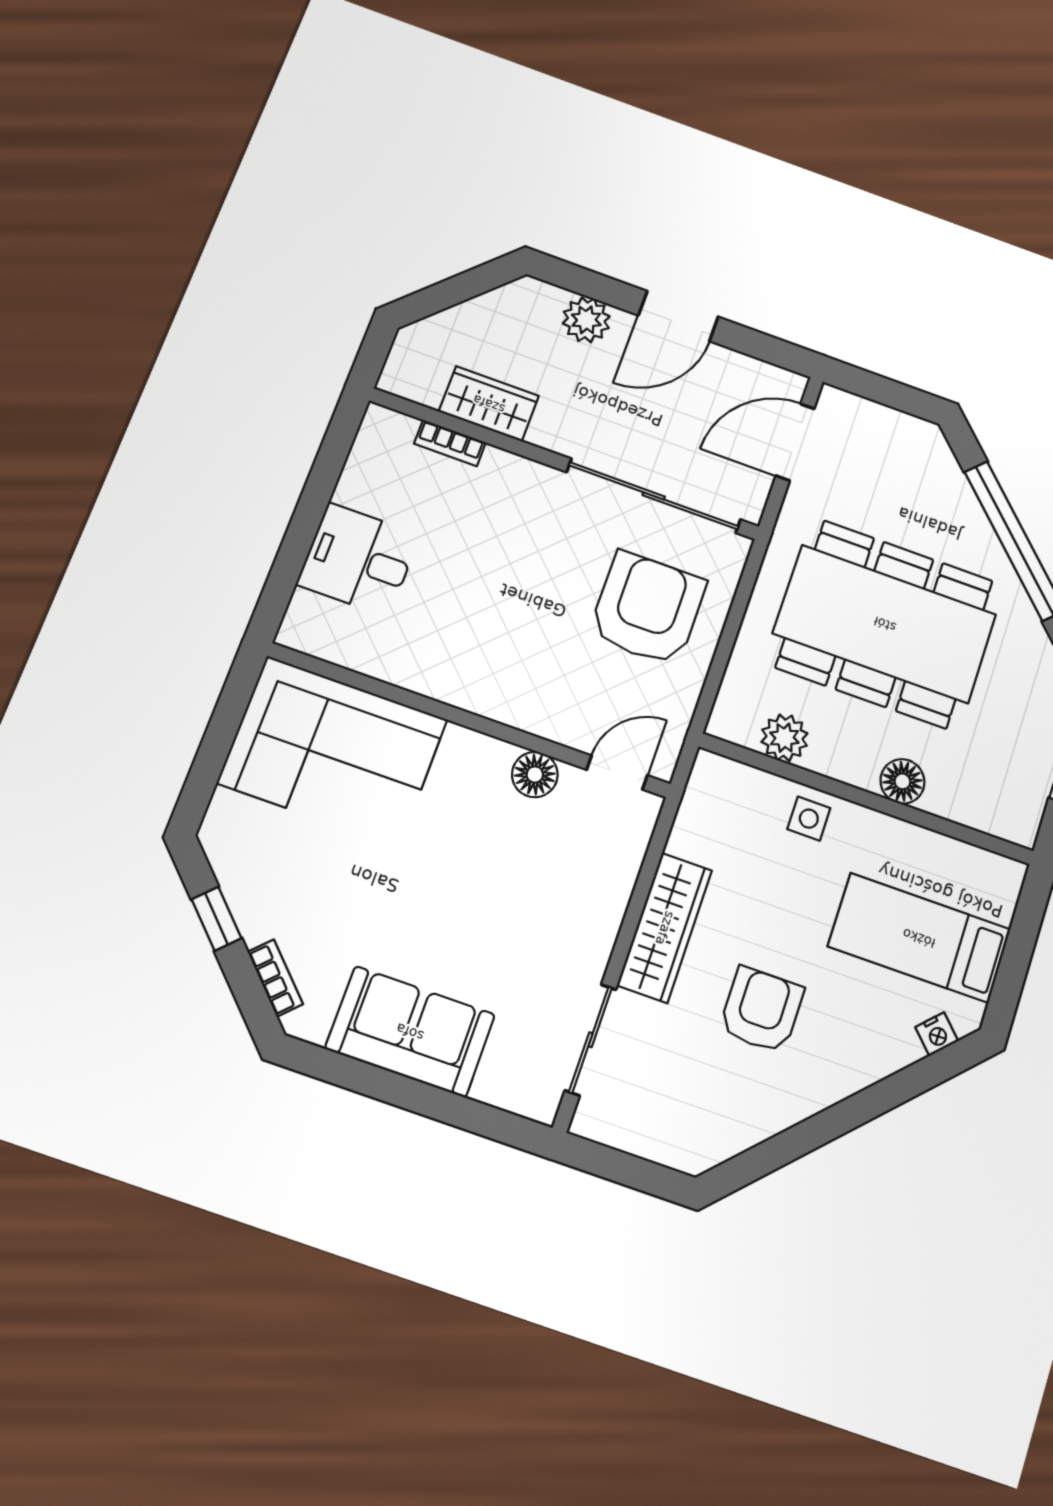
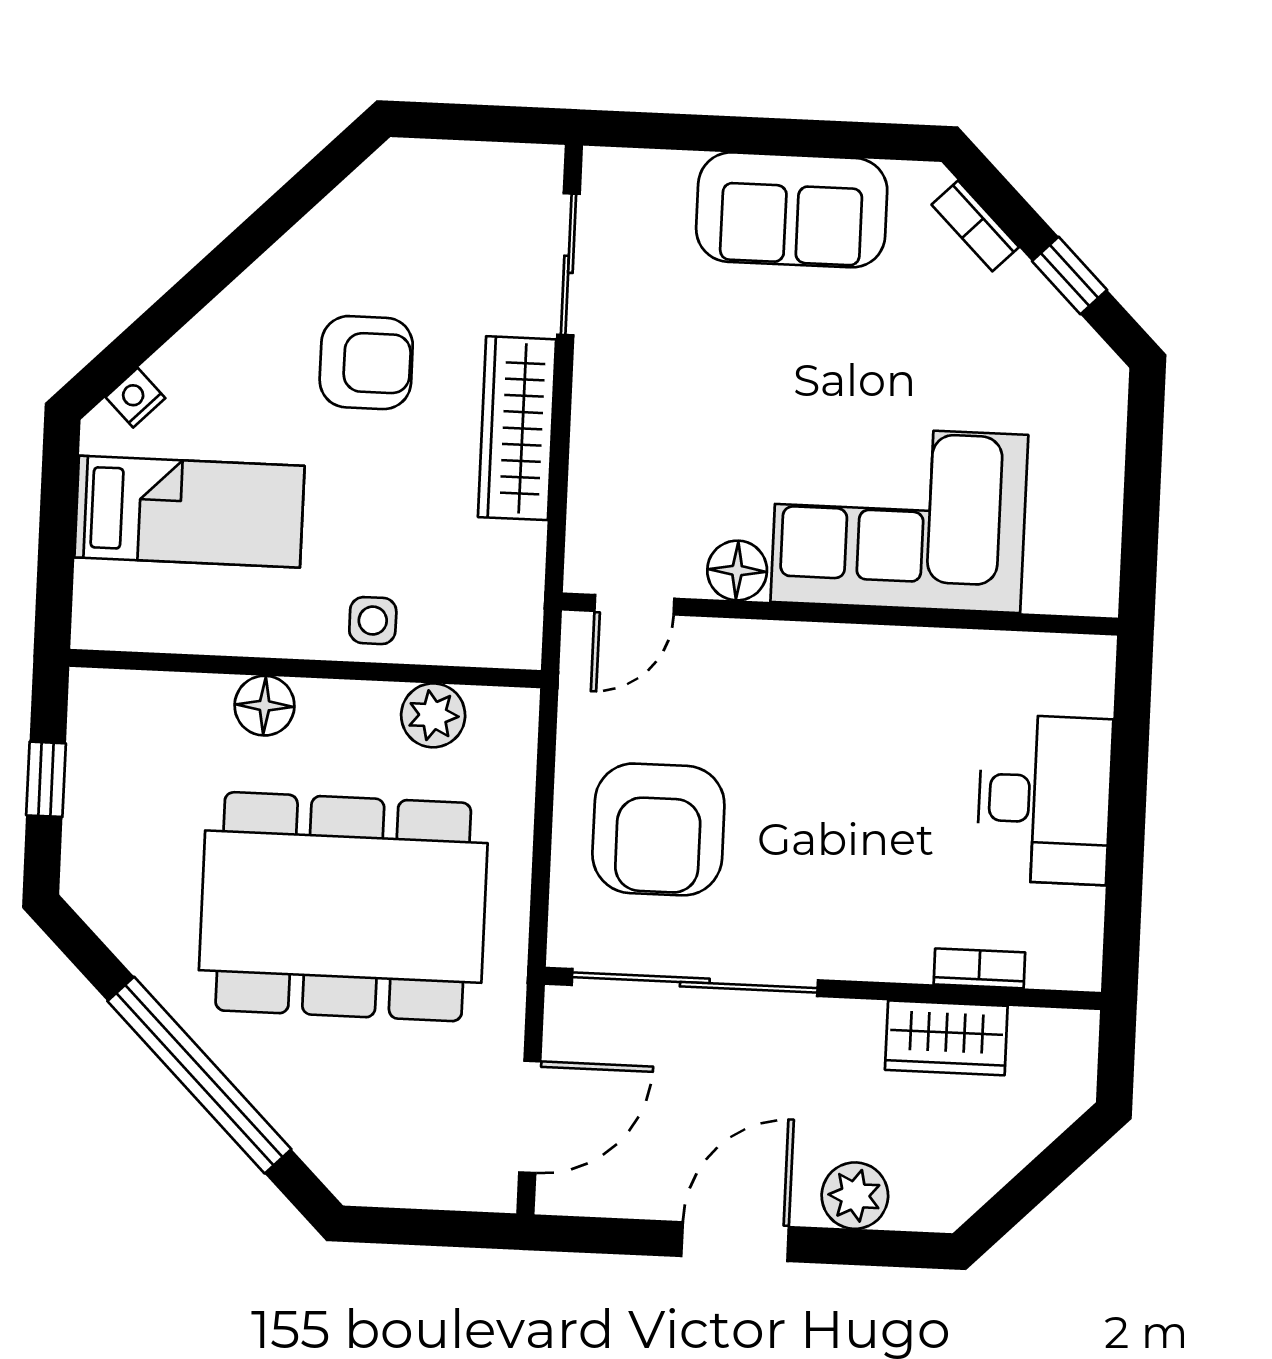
desk: (358, 560) -> (1045, 799), width x1.37
corner sofa: (333, 751) -> (899, 518), moved
armchair: (761, 1010) -> (366, 363), turned -90

